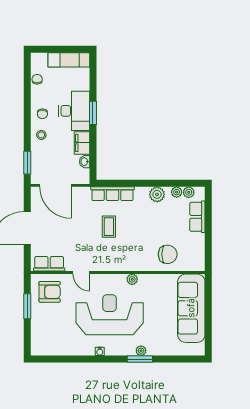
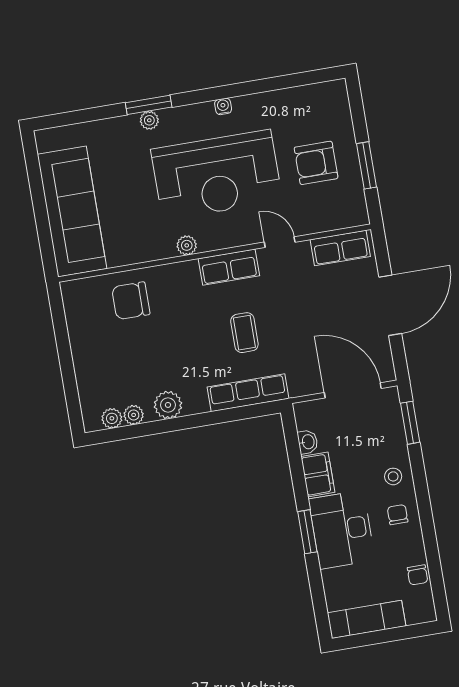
row of seats: (197, 217) -> (229, 267), moved, turned 90
armchair: (50, 292) -> (316, 163), moved

